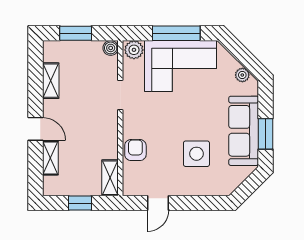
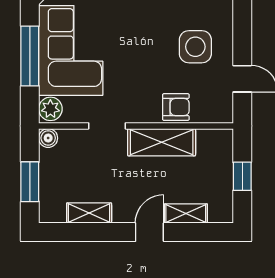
armchair: (135, 150) -> (176, 107), turned 180
side table: (196, 154) -> (195, 47), moved
shelving: (110, 178) -> (162, 142), moved, width x1.50, depth x1.33

